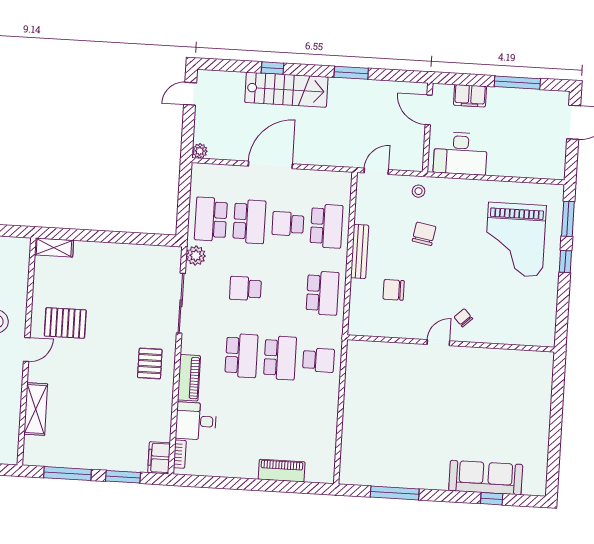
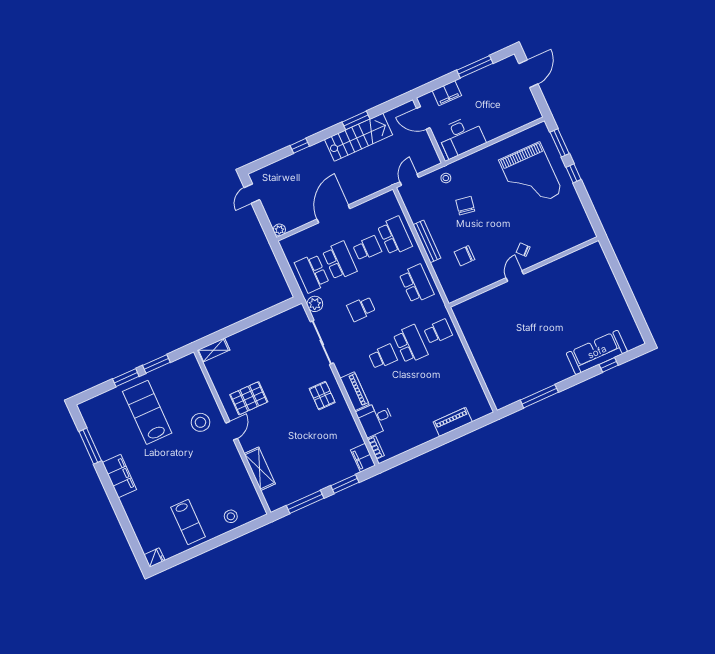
stairs: (286, 90) -> (358, 137), moved
school desk: (288, 224) -> (367, 248), turned 180
school desk: (241, 356) -> (383, 357), width x0.54

